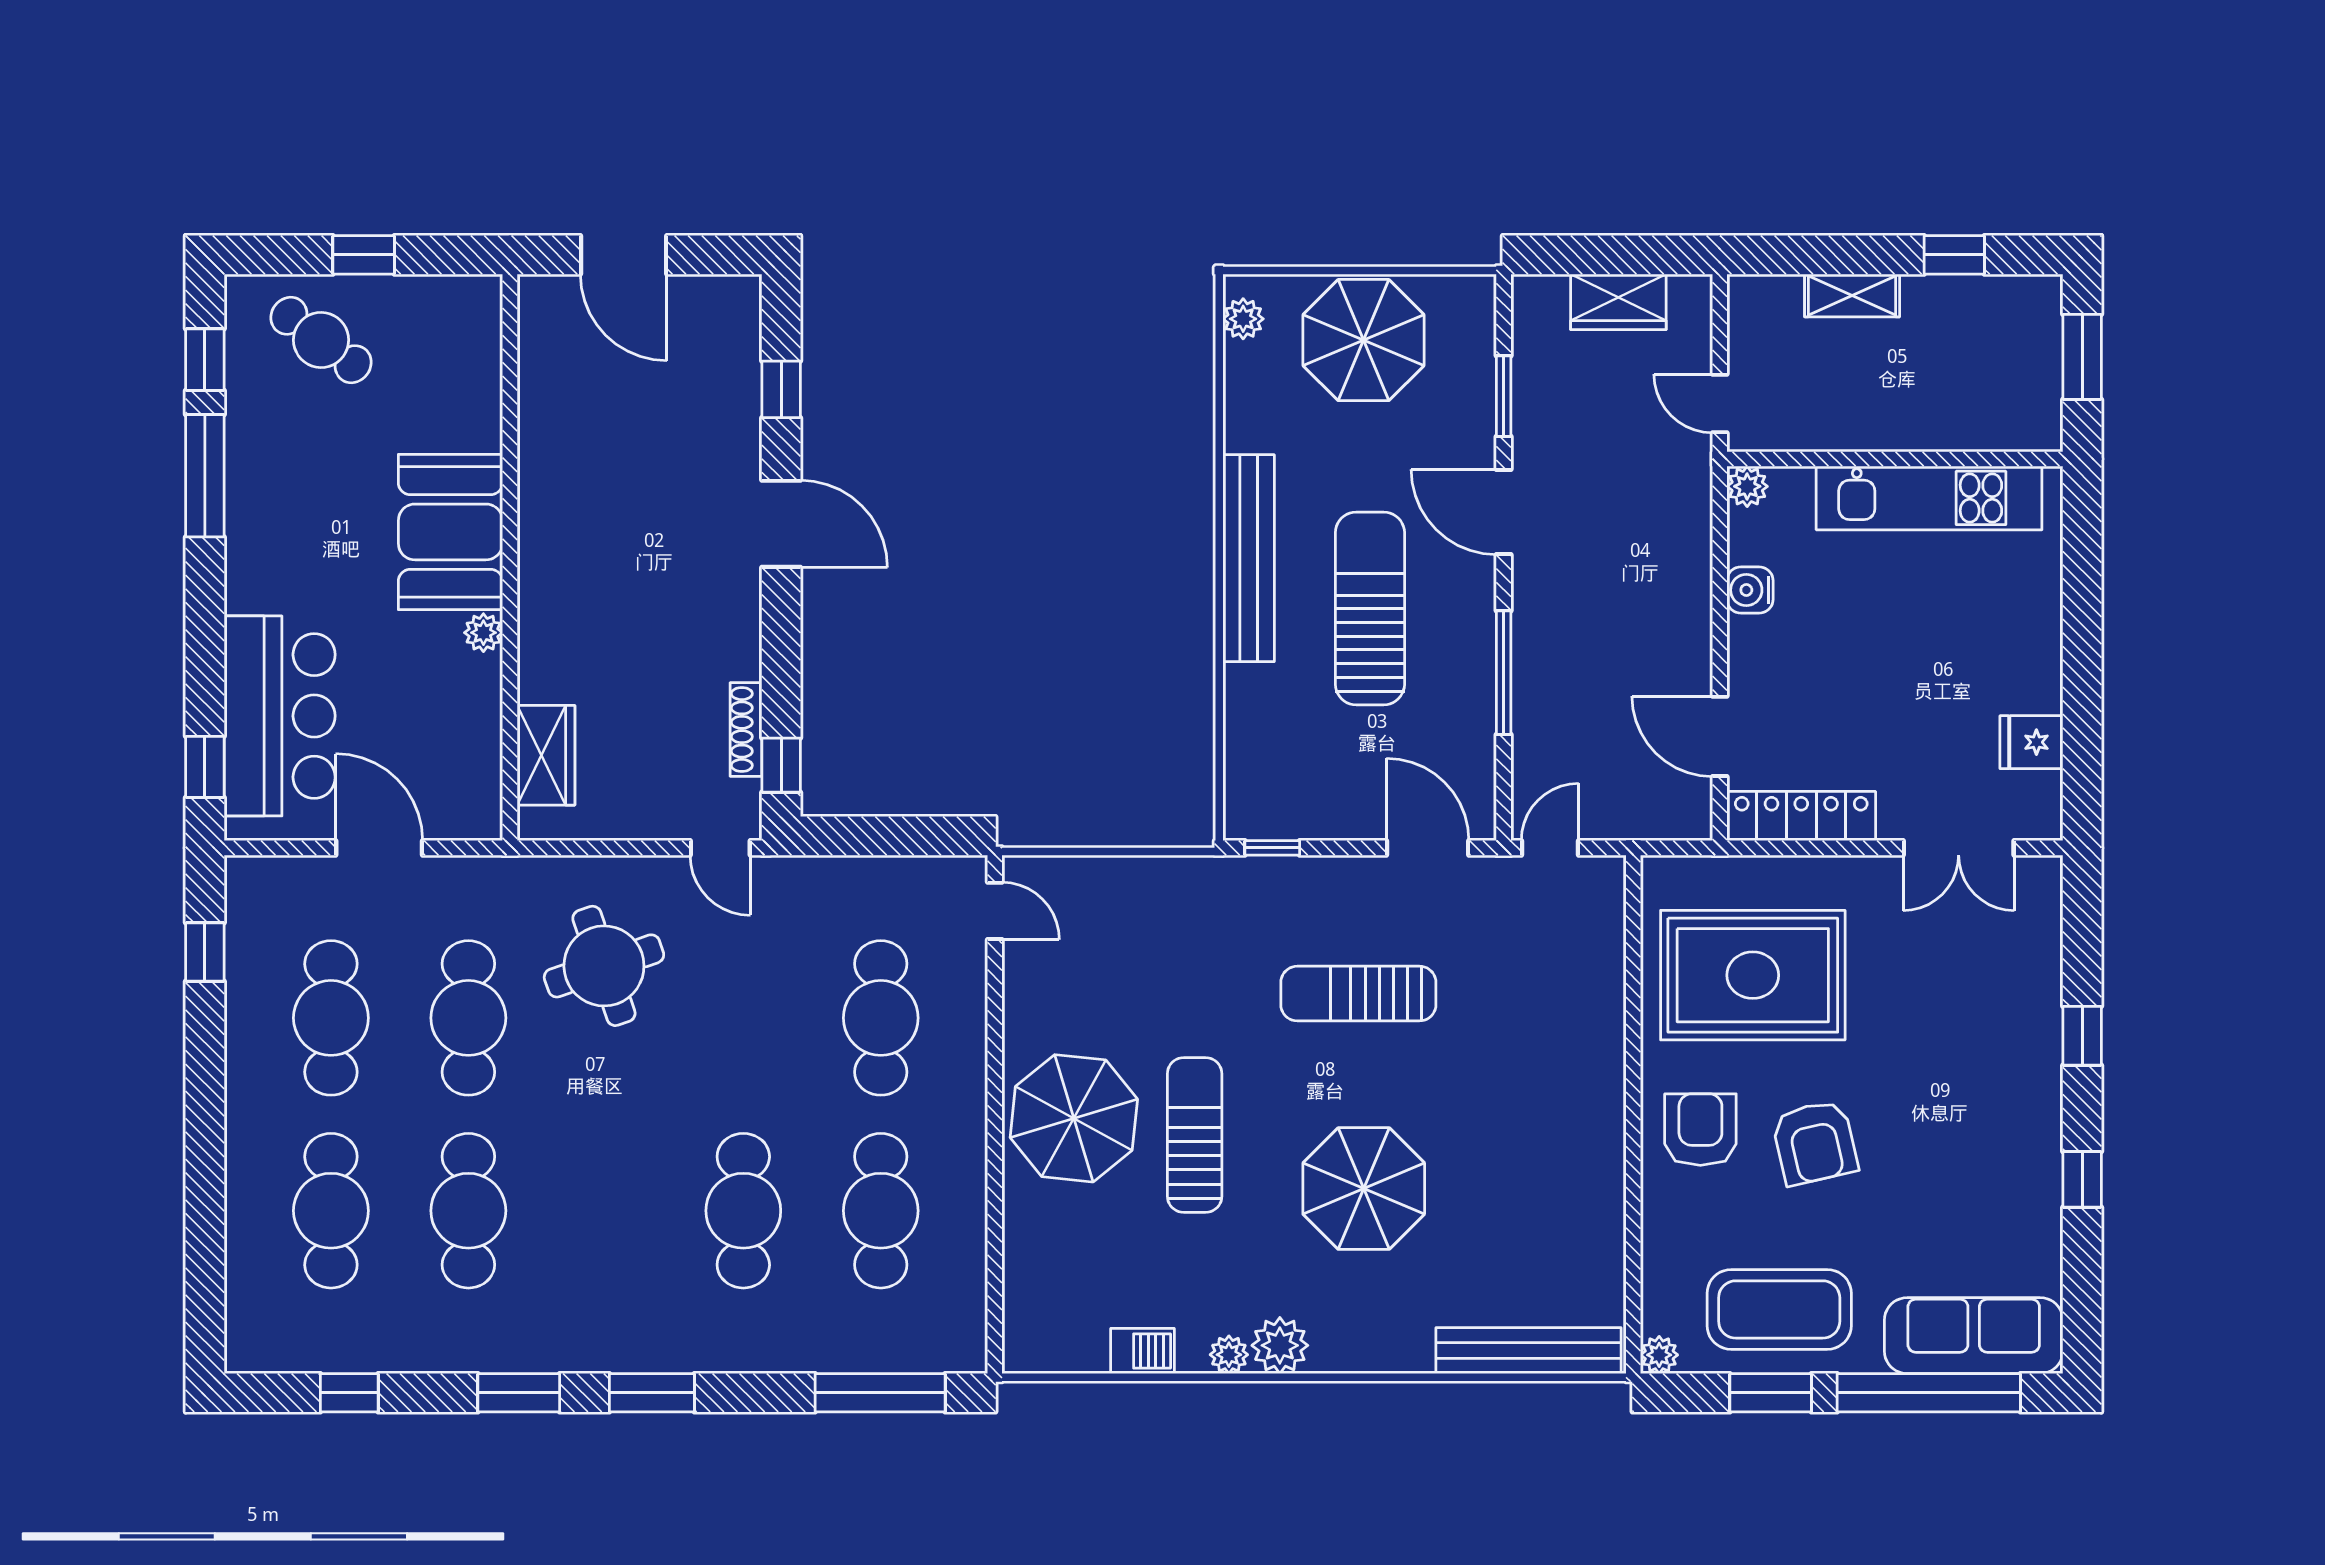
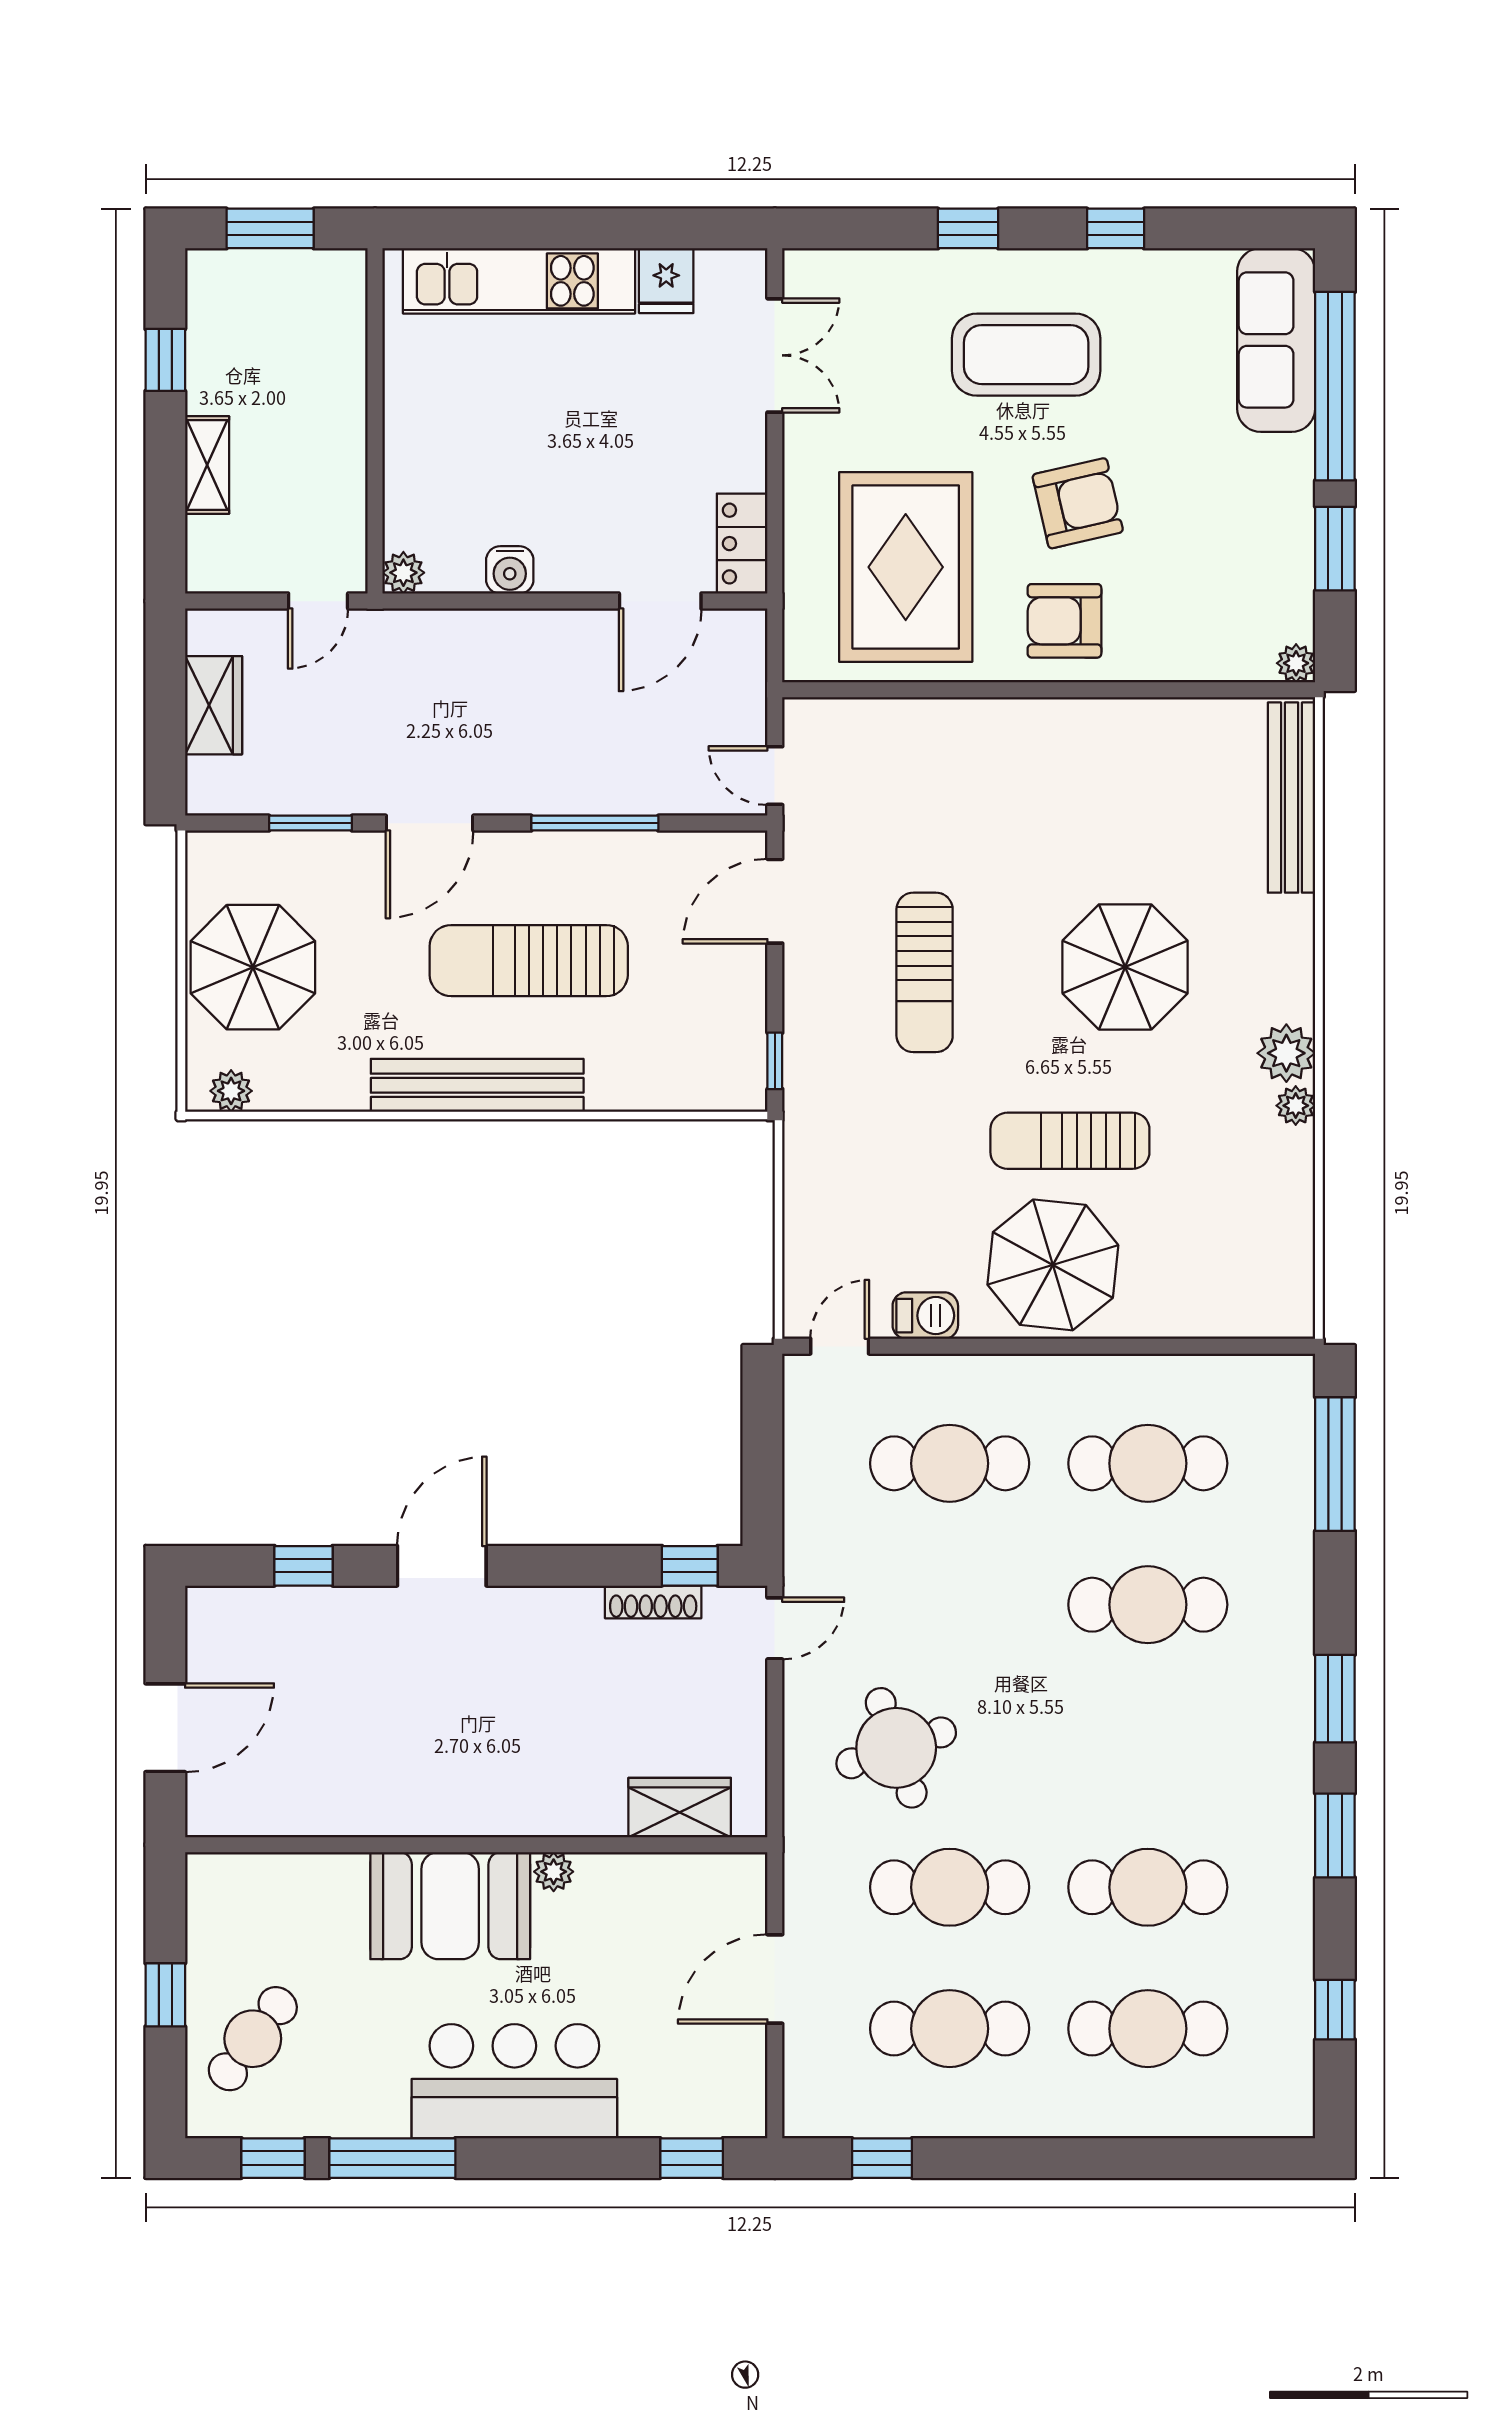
kitchen unit: (1929, 498) -> (519, 281), moved, turned 90
bar counter: (280, 716) -> (514, 2081), moved
locker: (1801, 816) -> (742, 544), width x0.66
coffee table: (1779, 1309) -> (1026, 355), moved, turned 90
barbecue: (1143, 1351) -> (925, 1316), moved, turned 90

